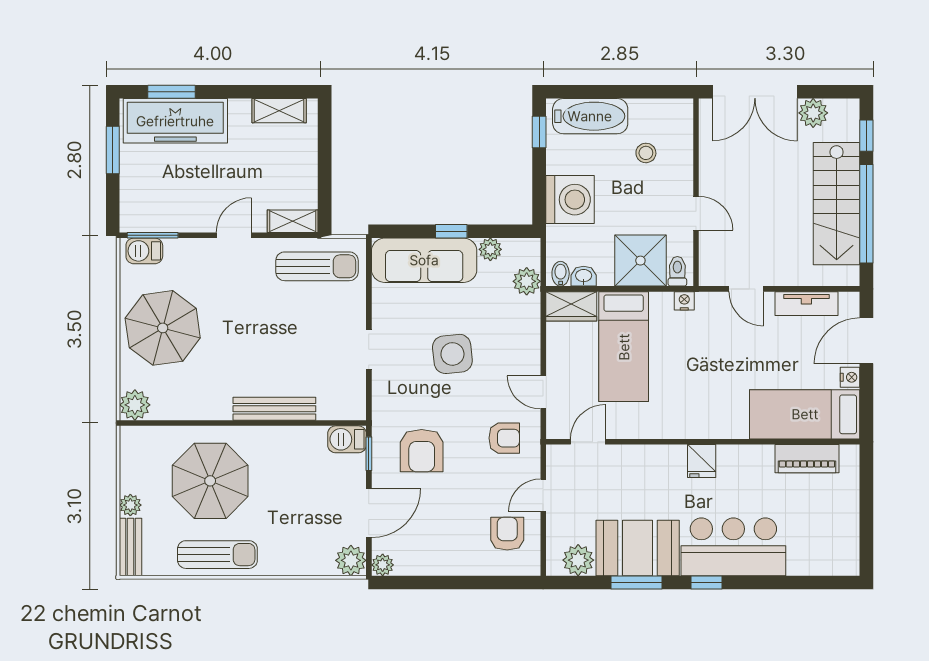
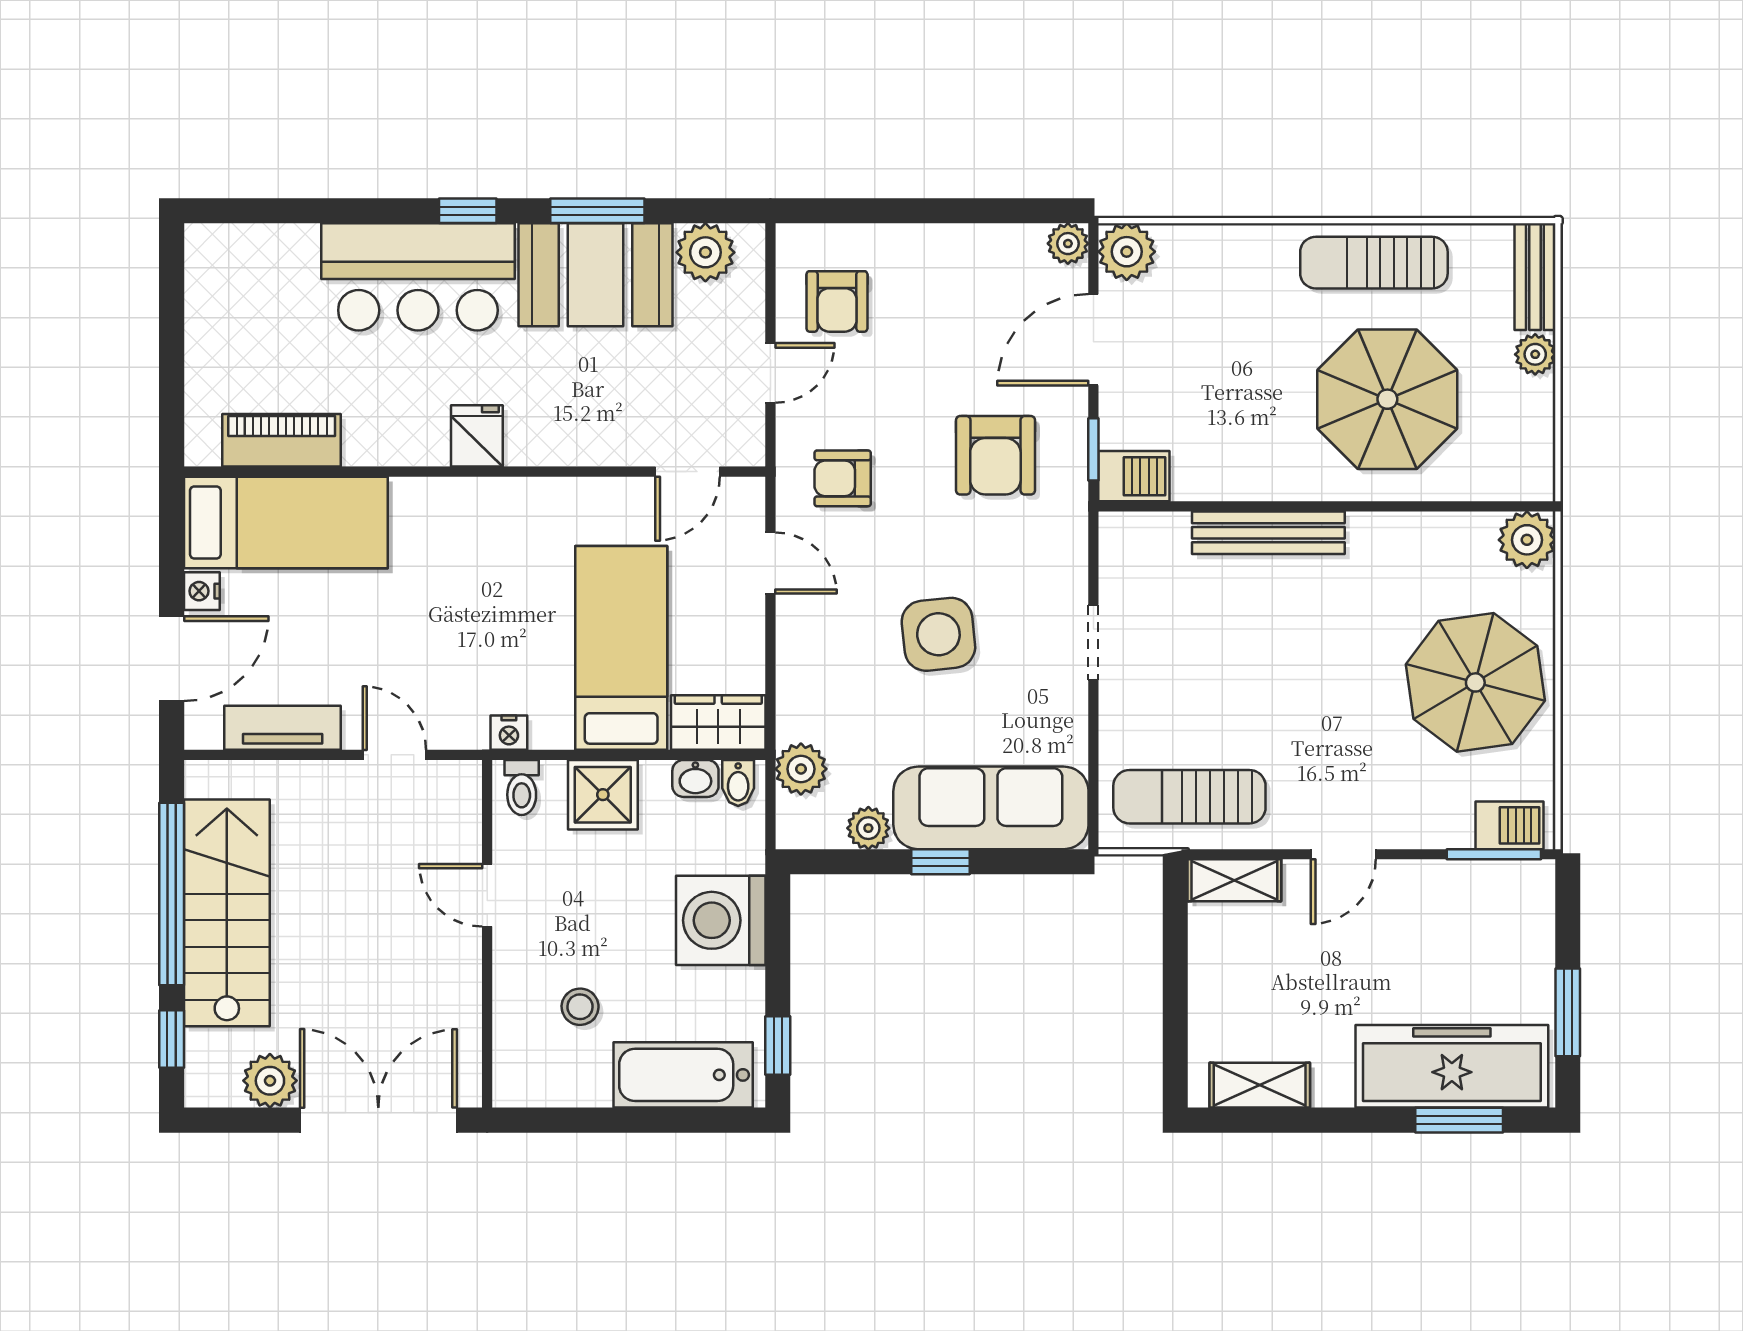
shower: (640, 261) -> (603, 795), width x0.73, depth x0.73
armchair: (422, 451) -> (995, 455), turned 180

